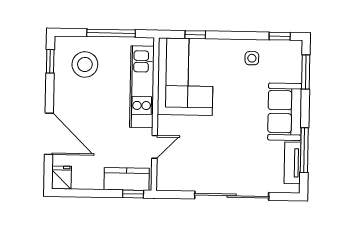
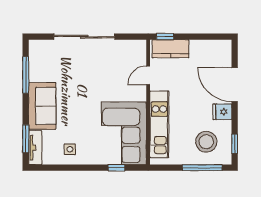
window: (111, 33) -> (202, 168), moved
window: (280, 36) -> (47, 168), removed
tv unit: (292, 163) -> (35, 148), moved
fridge: (61, 178) -> (222, 112), moved, turned 90

